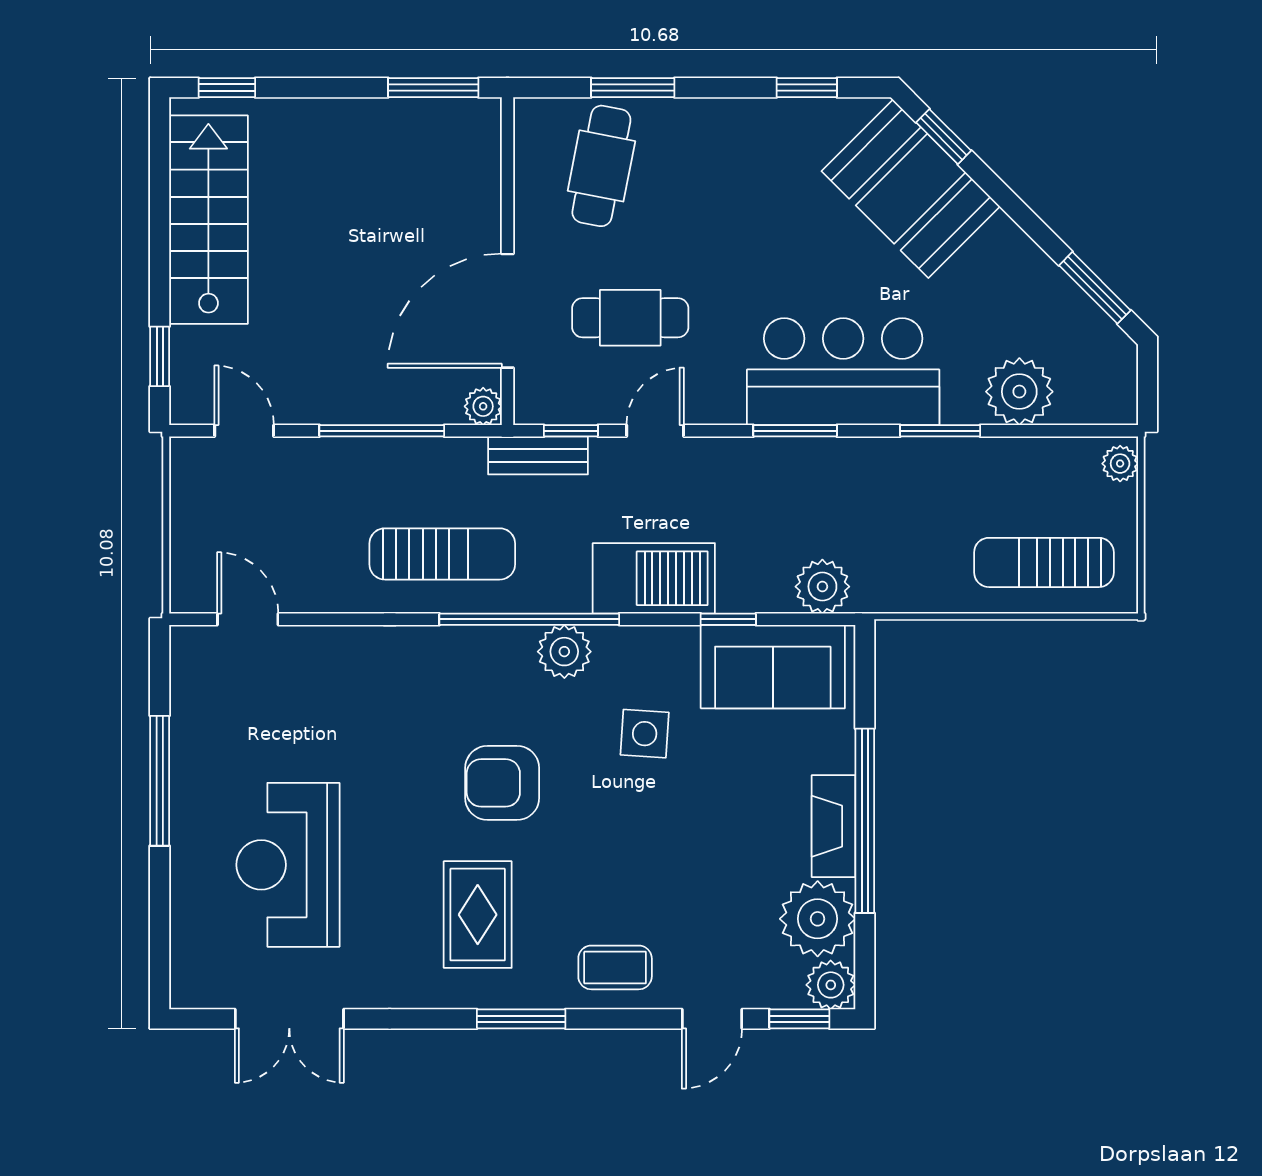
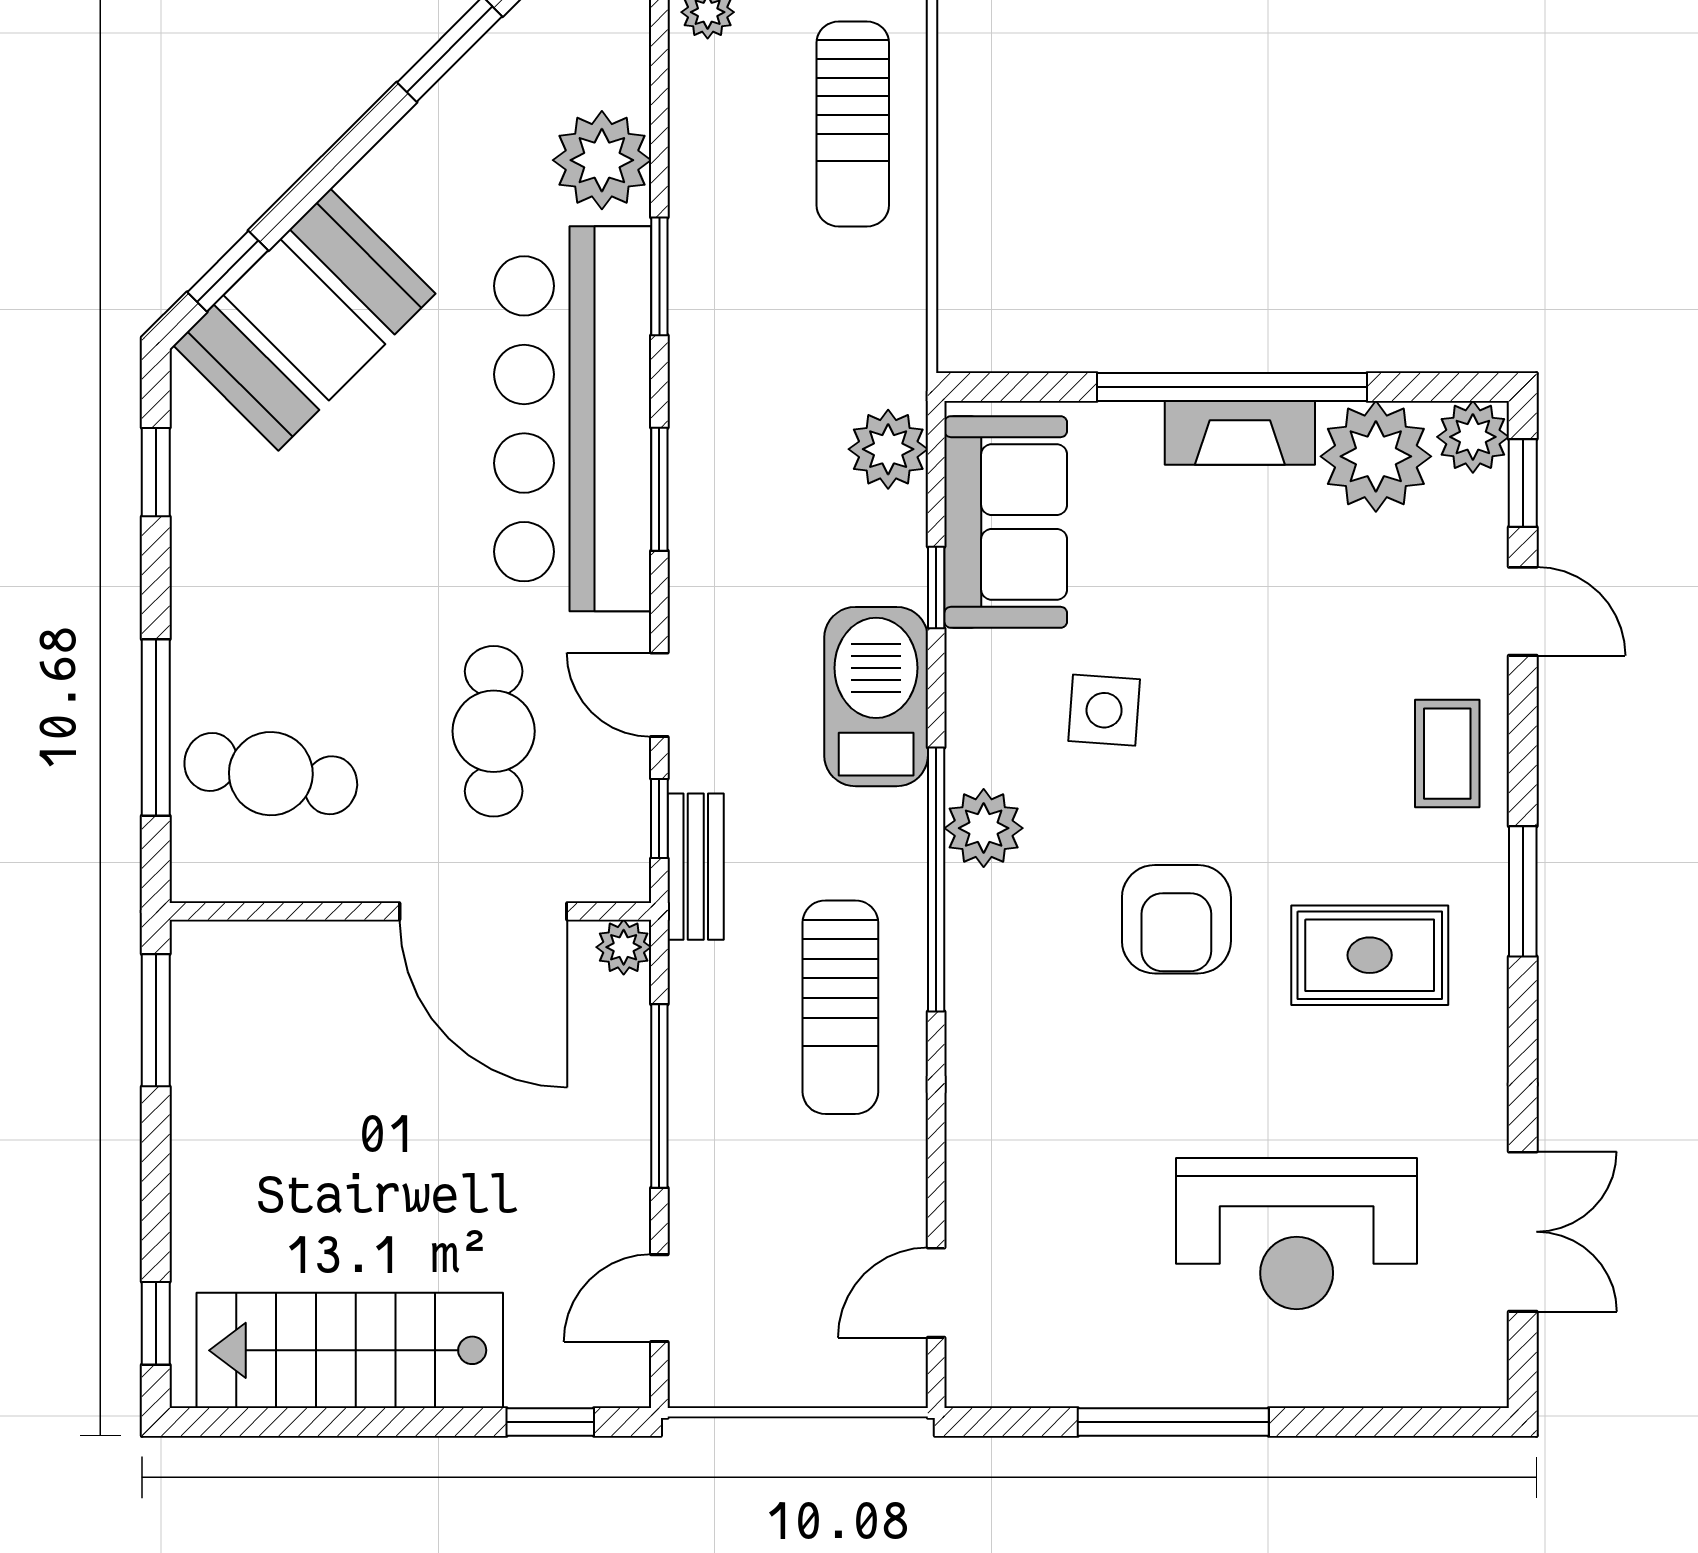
window: (633, 88) -> (156, 728), width x1.44
bar counter: (843, 372) -> (573, 419), width x1.36
sun lounger: (442, 554) -> (840, 1007), turned 180

